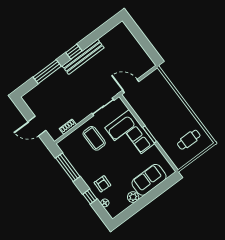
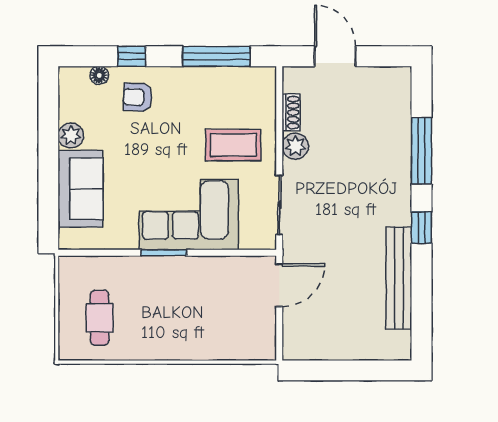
bench: (83, 57) -> (399, 278), moved
plant: (78, 117) -> (295, 146), added
door: (37, 126) -> (335, 56), hinge flipped

